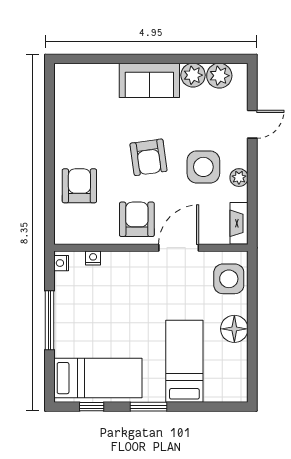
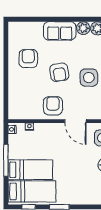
armchair: (79, 186) -> (28, 58), moved
door: (179, 248) -> (75, 121), swing flipped
bed: (184, 361) -> (30, 170), moved, turned 90

